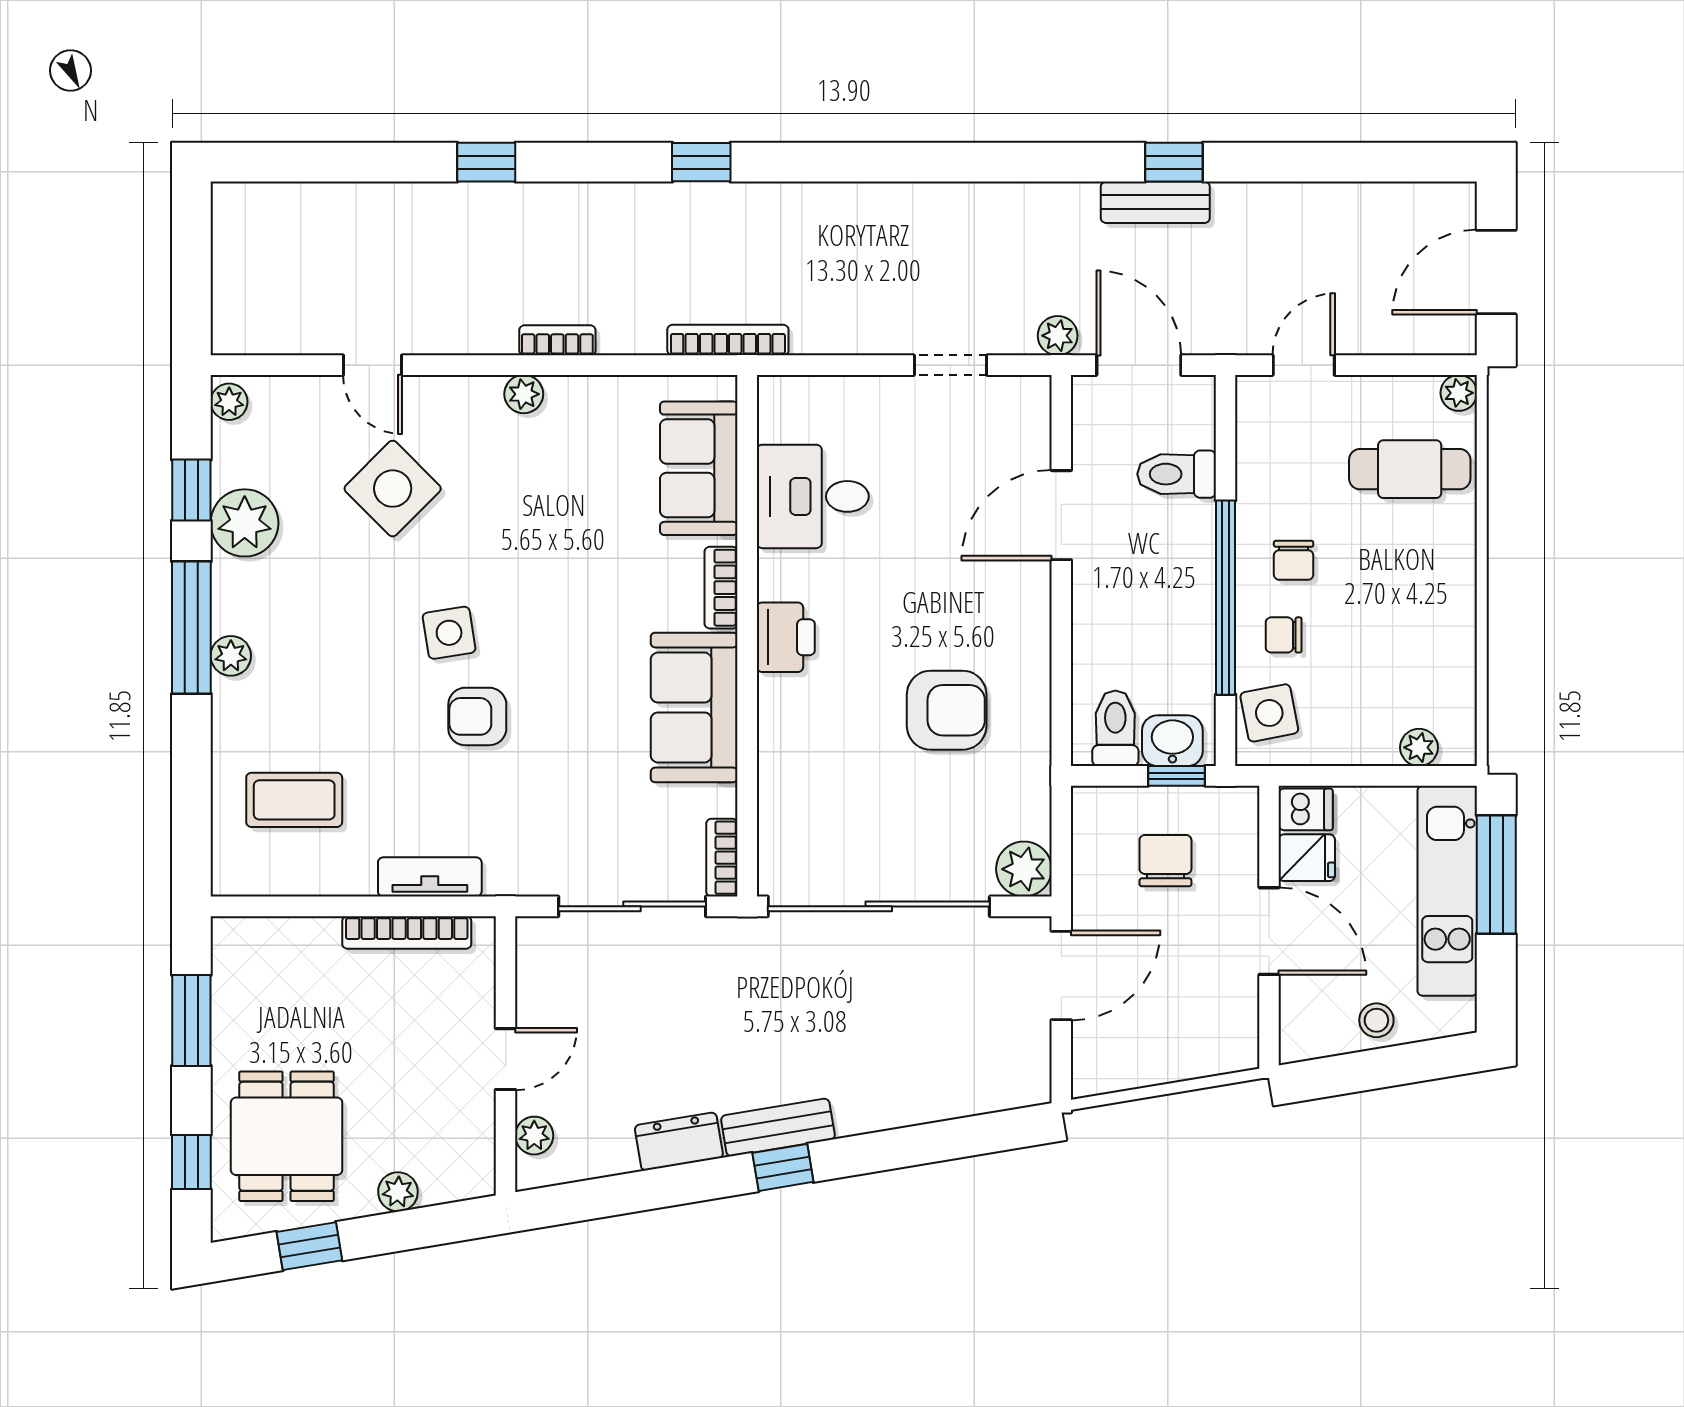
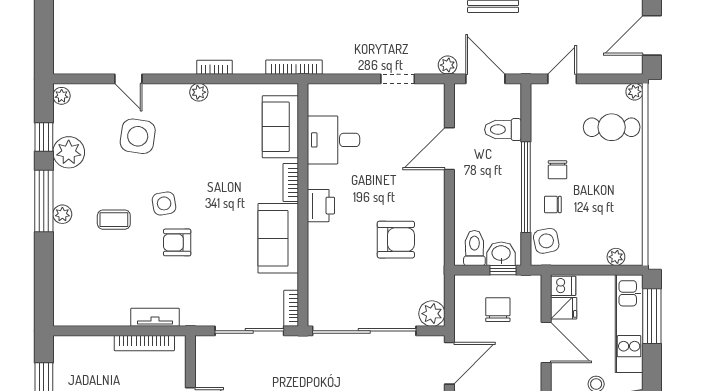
side table: (393, 489) -> (138, 136), turned -37
coffee table: (294, 800) -> (114, 220), moved, width x0.73, depth x0.77

